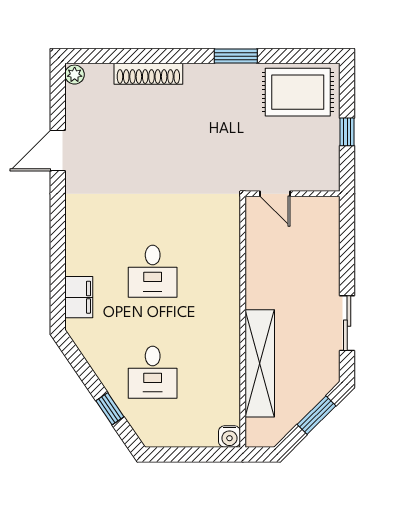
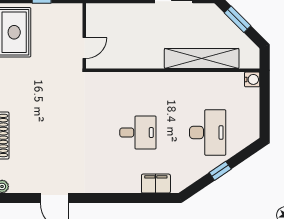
desk: (153, 372) -> (208, 133), width x1.37
window: (110, 409) -> (220, 171), moved

